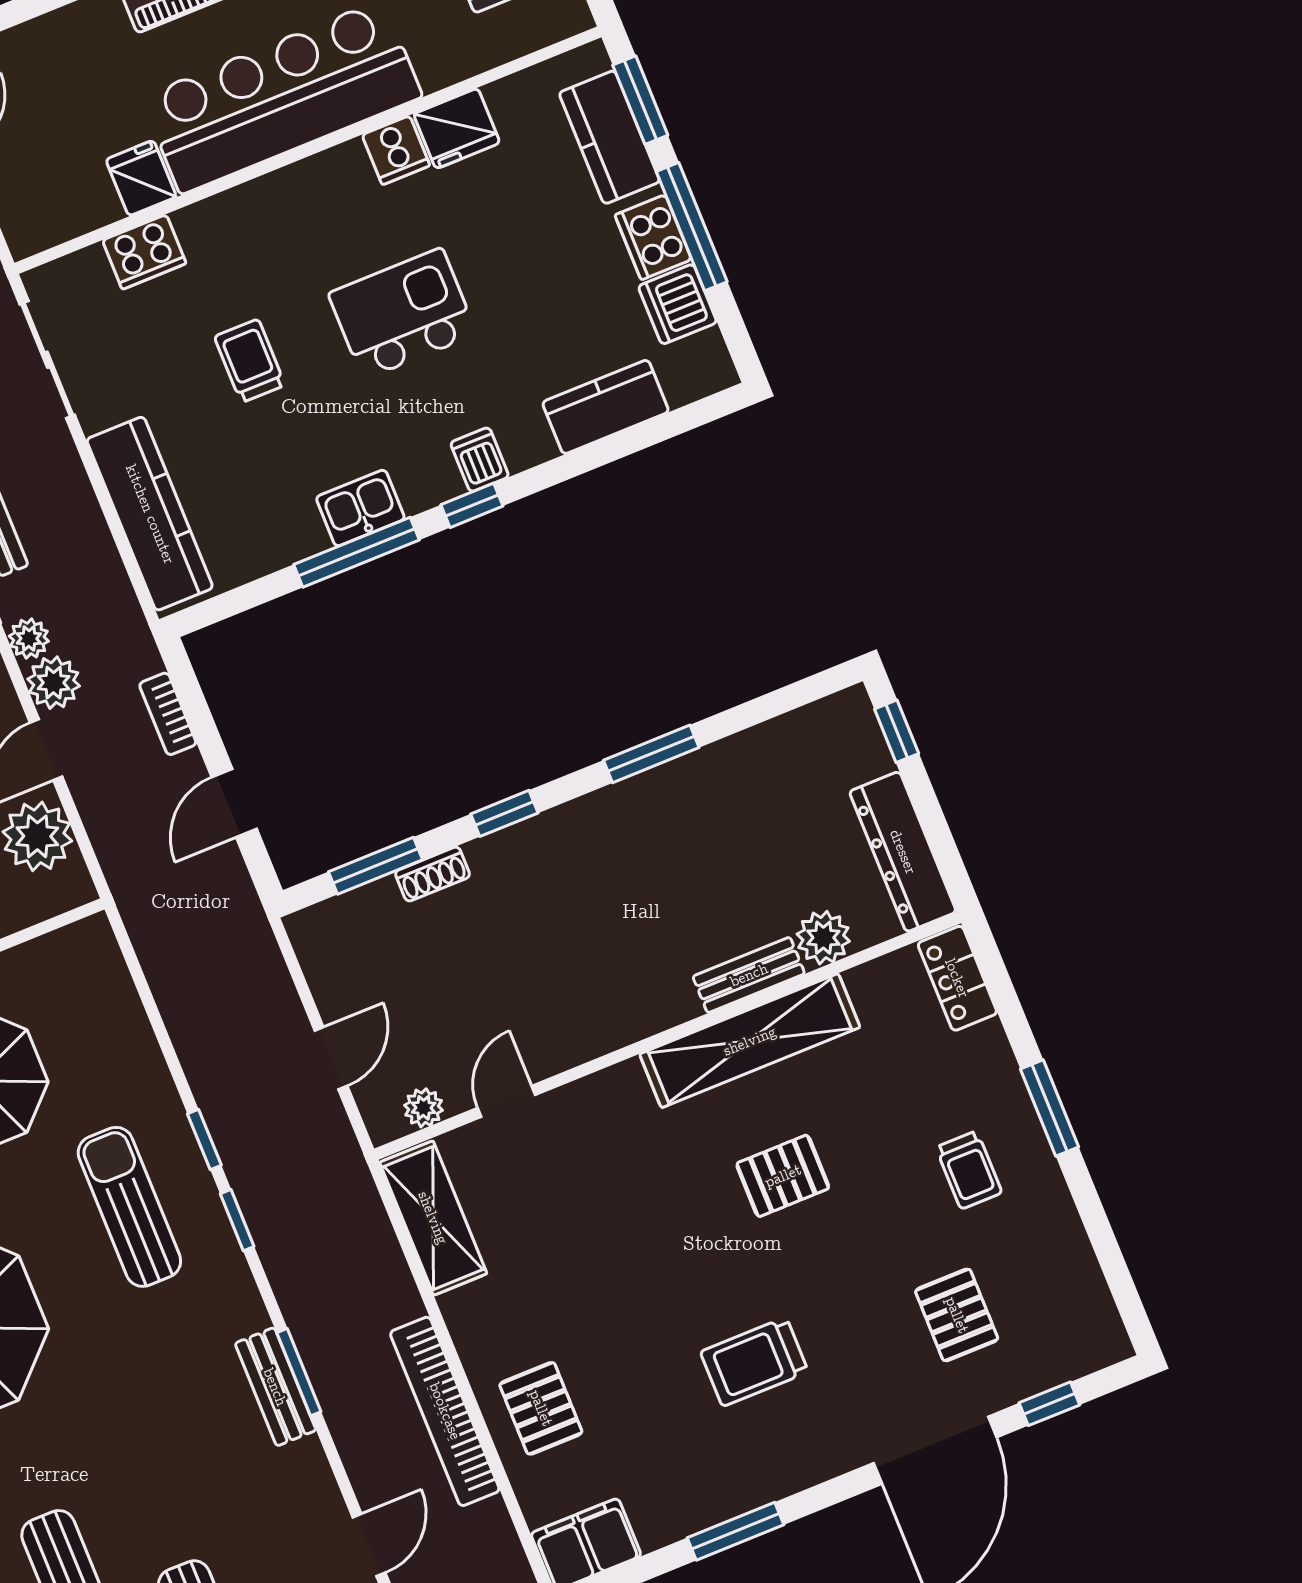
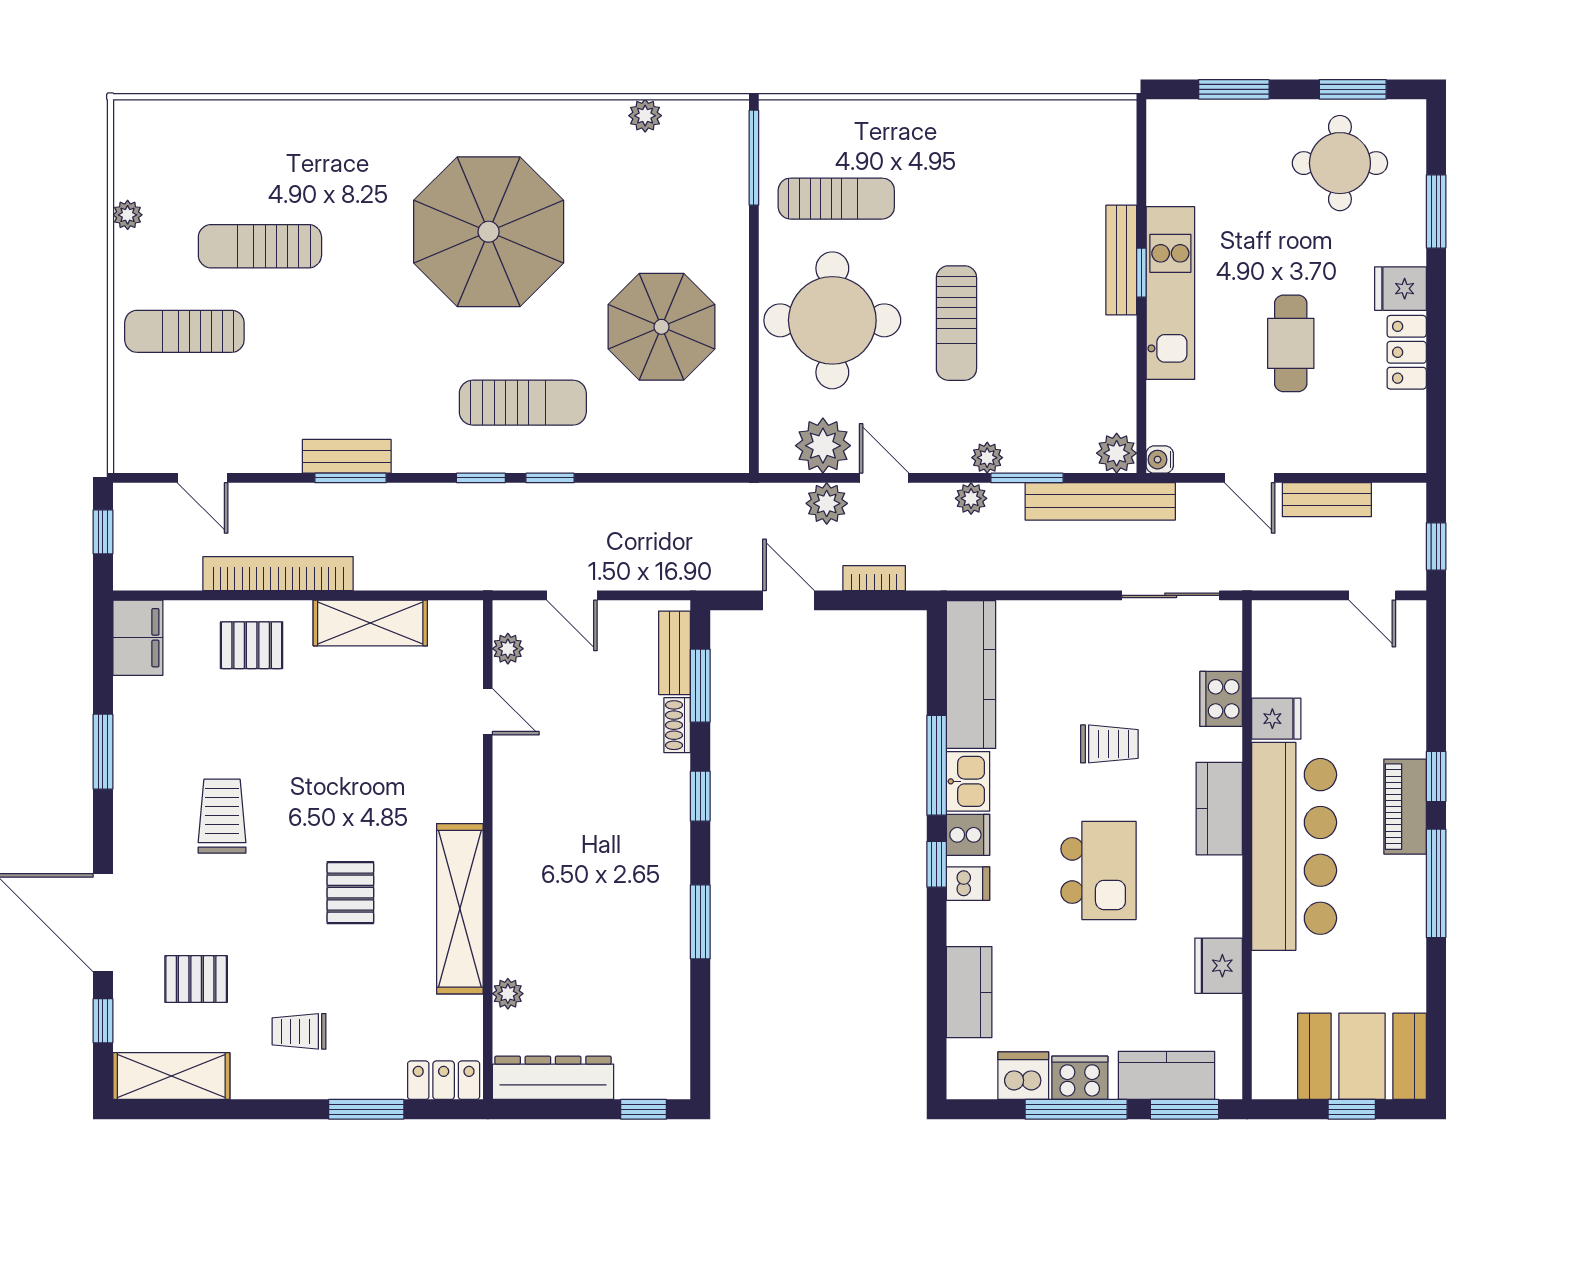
cooker: (396, 150) -> (968, 835), moved, turned 180
kitchen counter: (273, 202) -> (1219, 809), added
kitchen counter: (150, 514) -> (971, 675), moved, turned -90
plant: (54, 683) -> (827, 503), moved
plant: (823, 938) -> (508, 994), width x0.73, depth x0.73
bench: (749, 975) -> (675, 653), moved
window: (1050, 1108) -> (366, 1109), moved
shelving: (433, 1218) -> (370, 623), moved
shelving: (1082, 1298) -> (171, 1076), added

